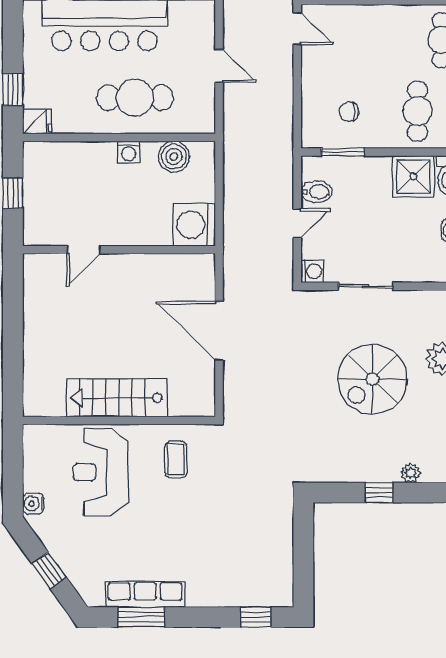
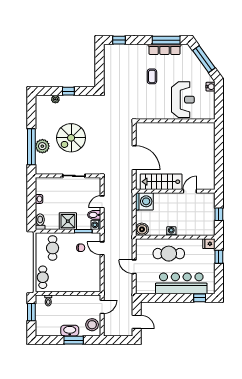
door: (297, 29) -> (102, 248), moved
boiler: (174, 157) -> (142, 229), moved
shower: (413, 176) -> (68, 221), moved
washing machine: (312, 271) -> (96, 225), moved
spiral stairs: (372, 379) -> (71, 138), turned 180
stairs: (117, 398) -> (161, 182), moved, turned 180
coffee table: (176, 459) -> (152, 76), moved
window: (49, 571) -> (204, 59), width x2.17
window: (141, 617) -> (166, 40), width x1.44

